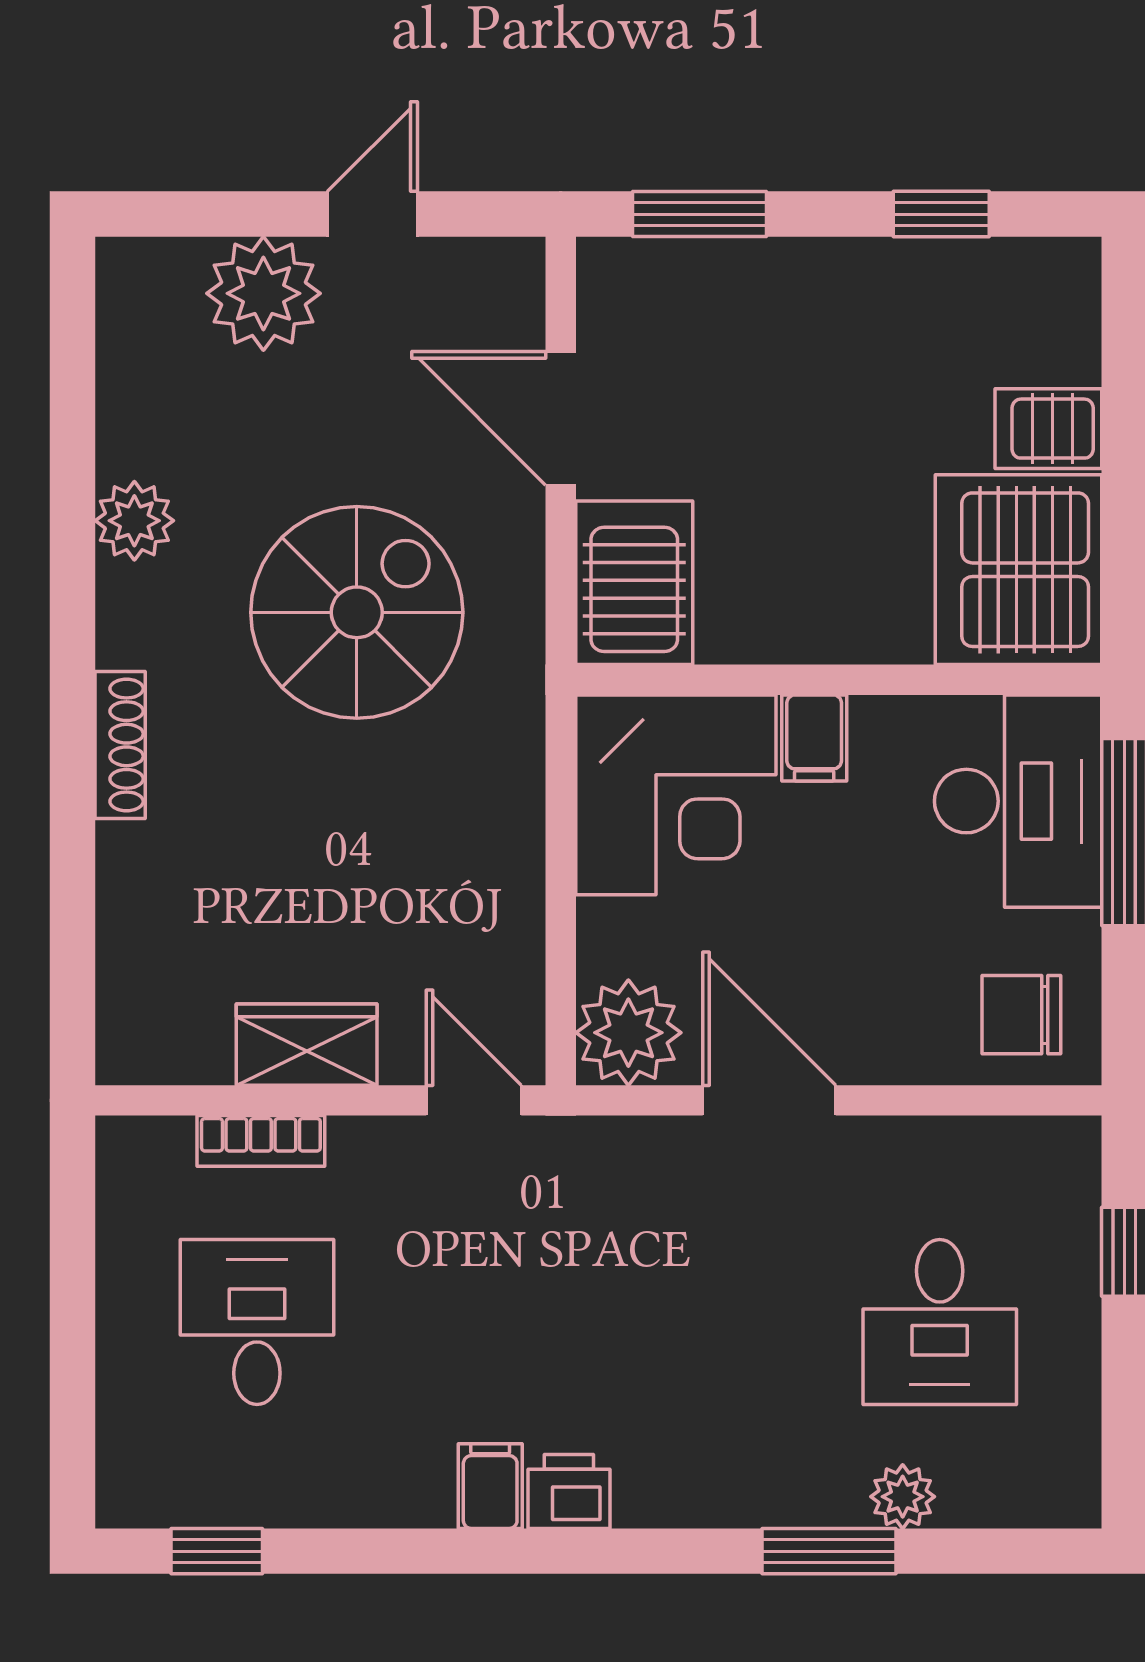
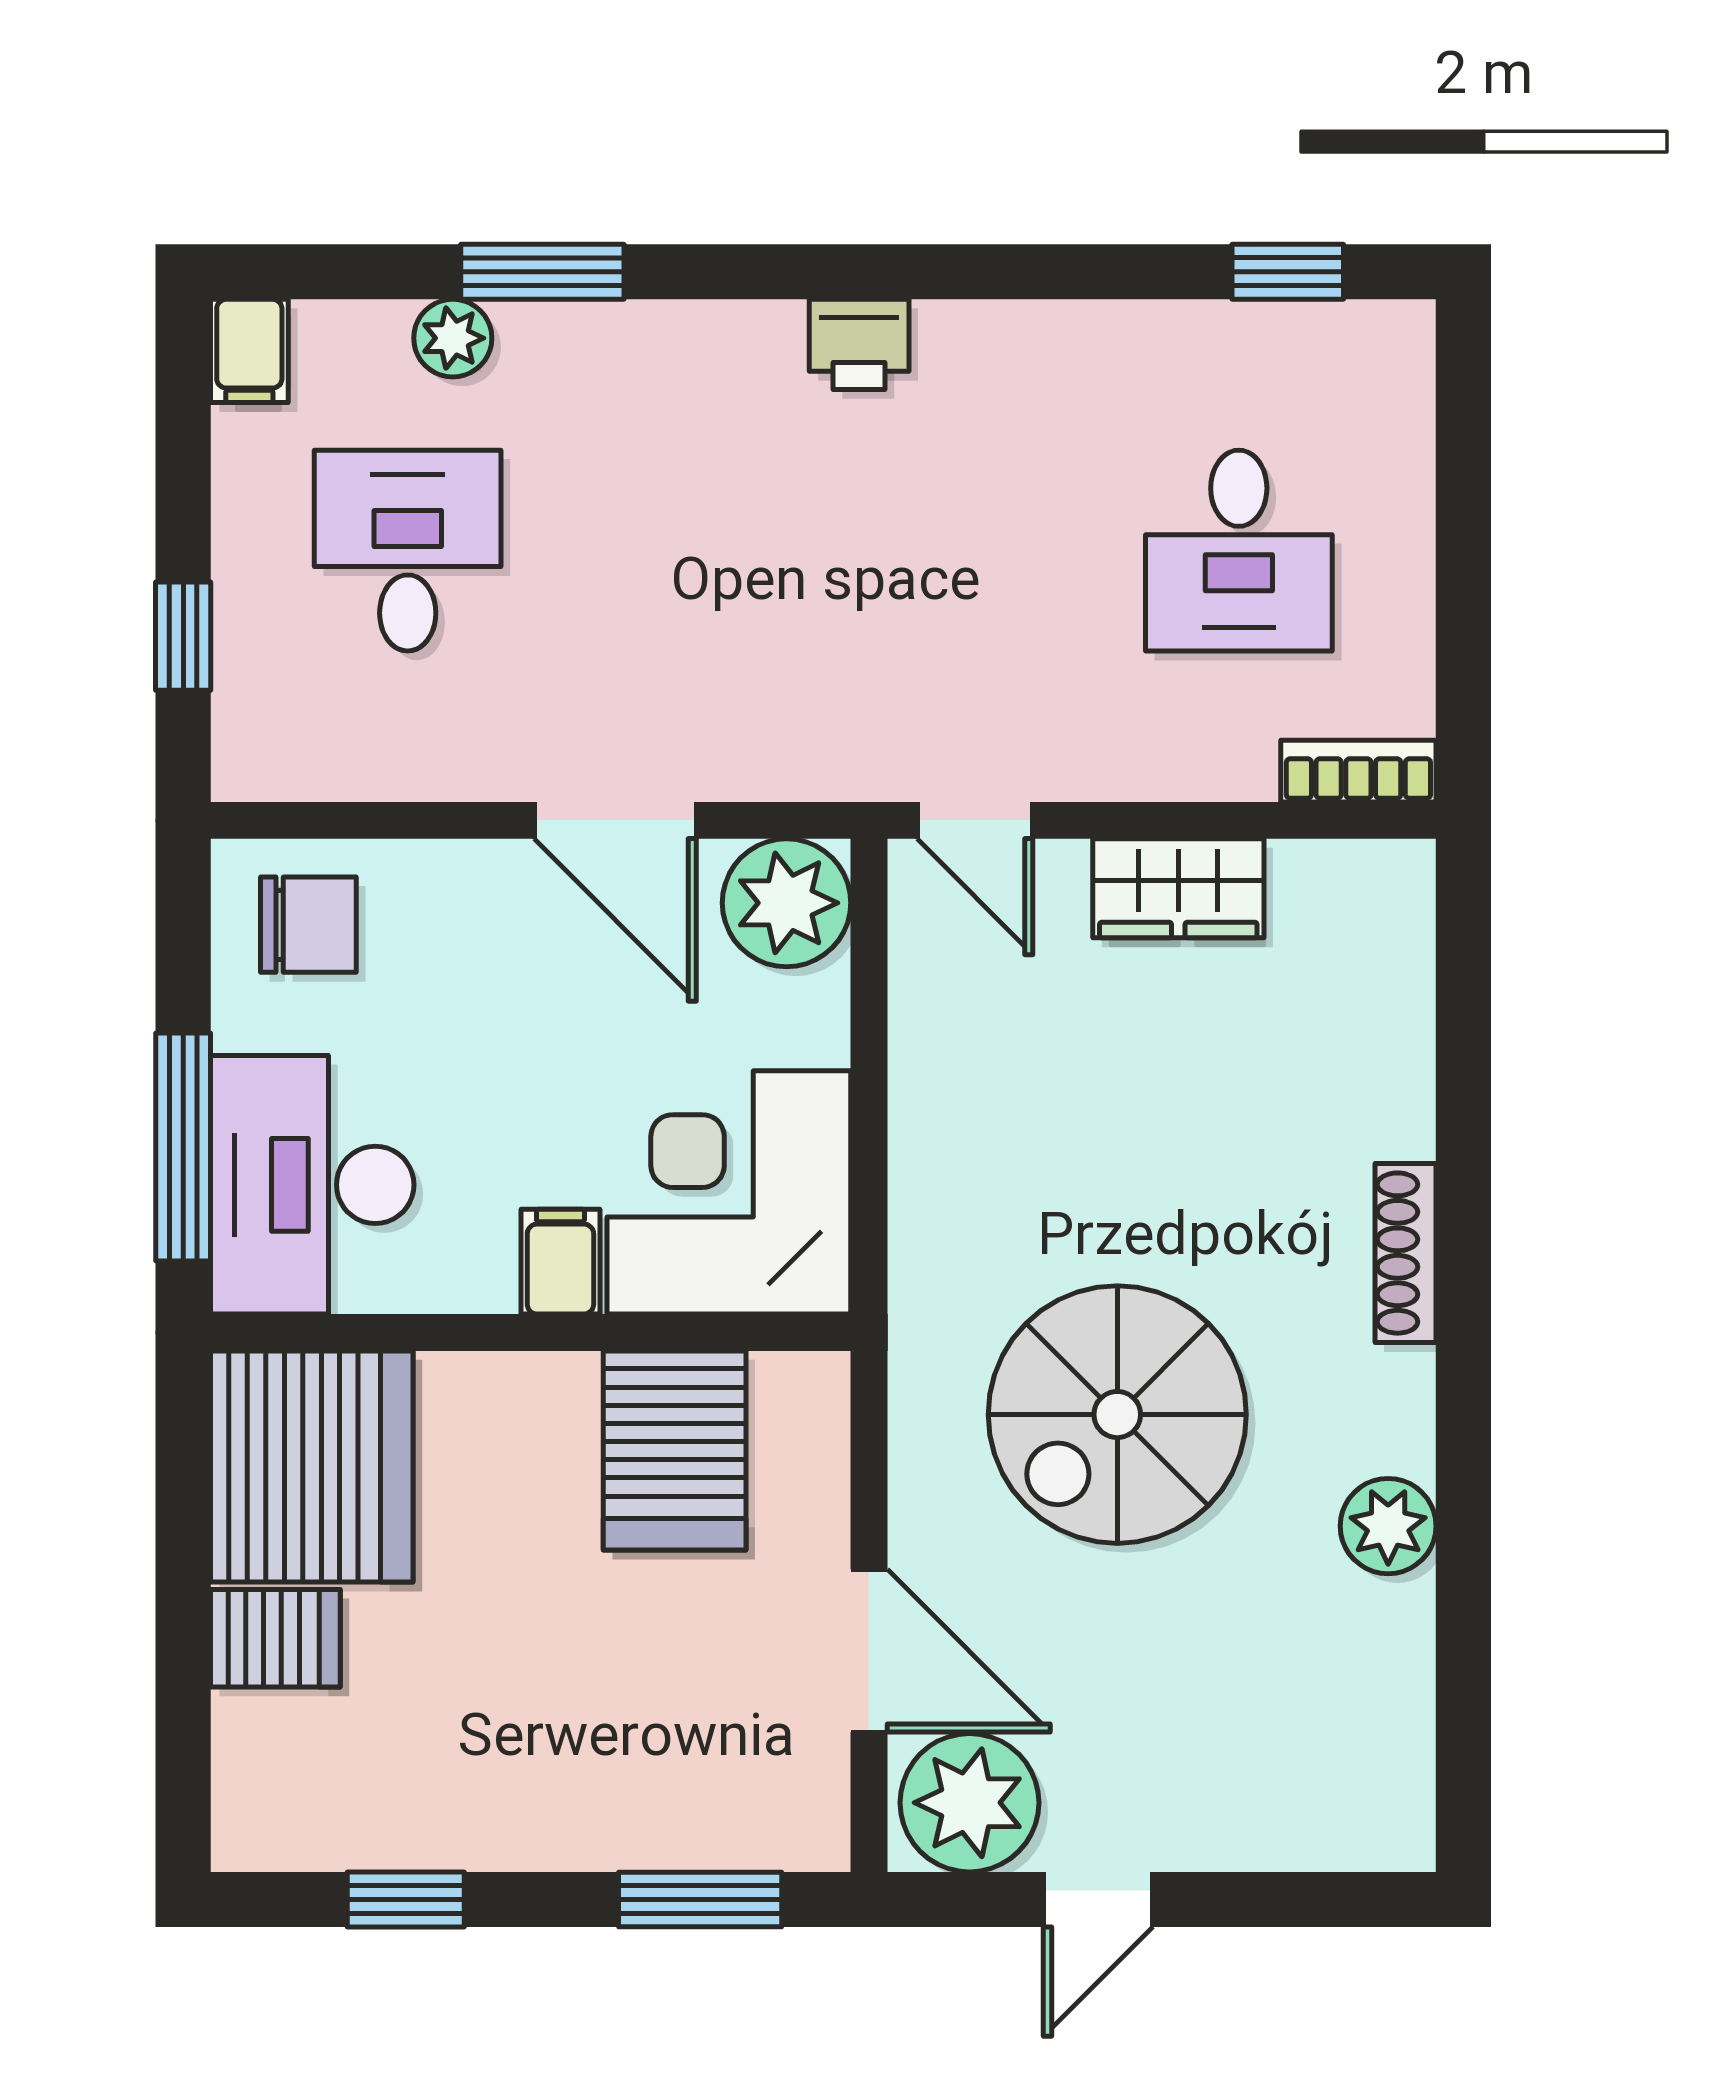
plant: (263, 293) -> (969, 1803), moved
server rack: (634, 583) -> (675, 1450), moved
bookcase: (261, 1141) -> (1358, 771), moved
filing cabinet: (490, 1486) -> (249, 351), moved

